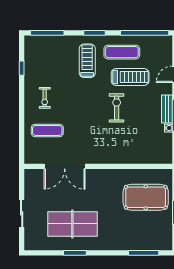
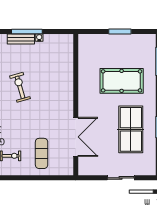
exercise bike: (117, 108) -> (20, 87), turned 74
pool table: (146, 197) -> (122, 81), moved, turned 90

